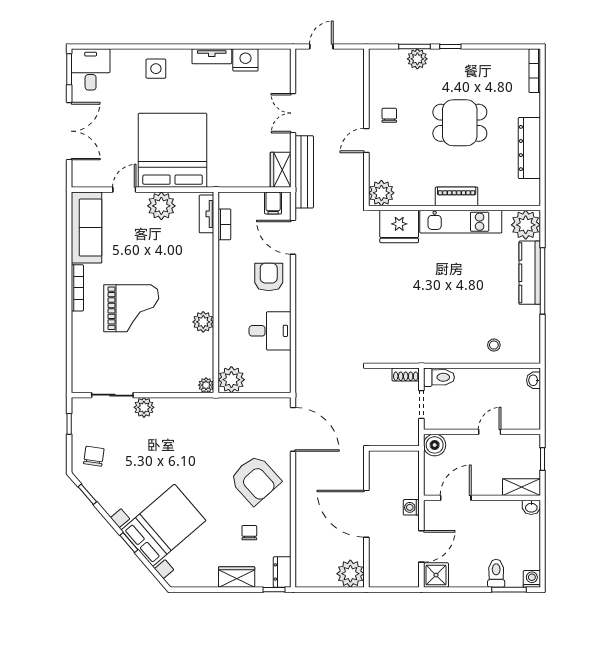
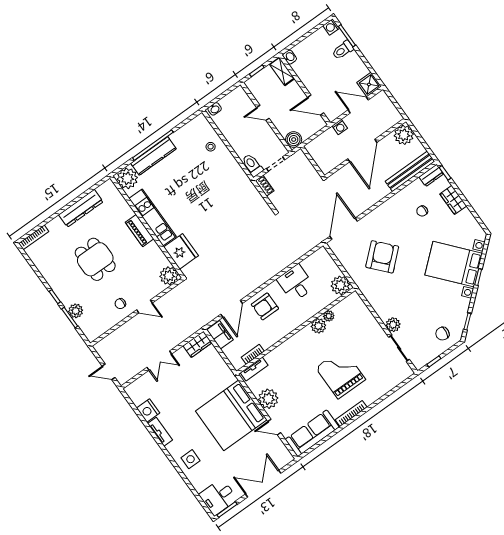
bench: (304, 172) -> (410, 171), moved
filing cabinet: (273, 203) -> (220, 335), width x2.00
plant: (206, 385) -> (329, 316), moved
armchair: (255, 480) -> (382, 257), moved

